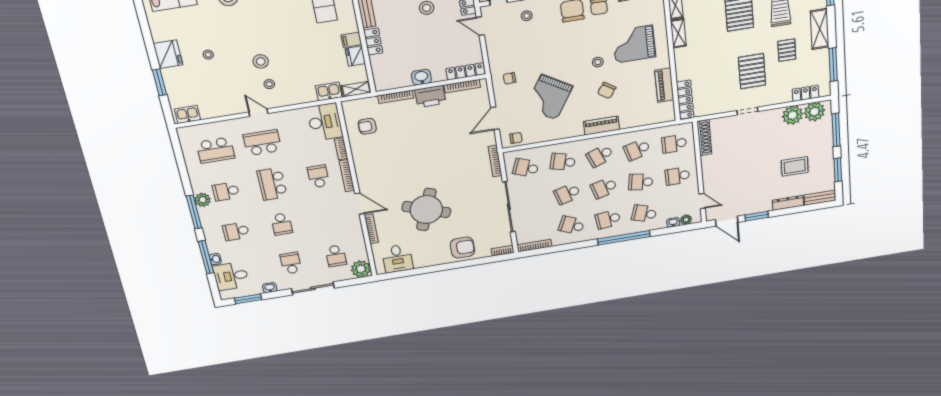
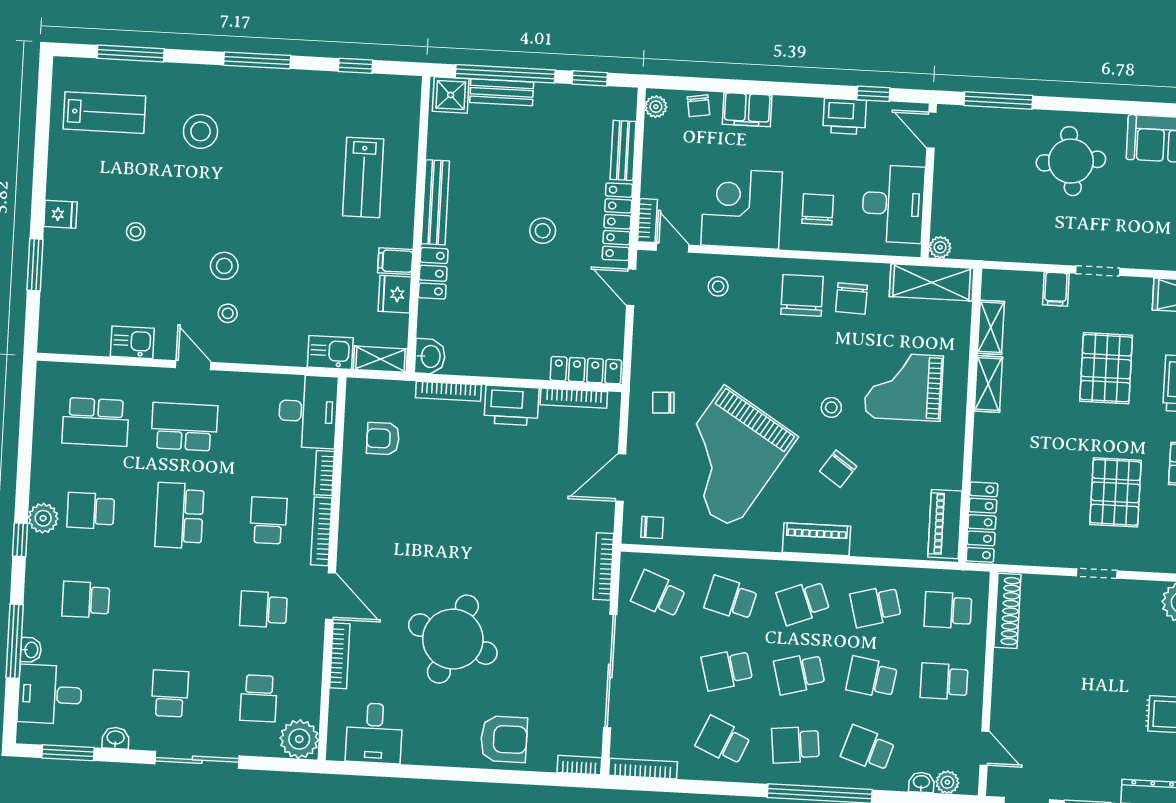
fridge: (168, 54) -> (60, 214), width x0.53, depth x0.75
washbasin: (421, 77) -> (430, 356), moved, turned 90
piano: (664, 85) -> (945, 524), moved
grand piano: (549, 97) -> (729, 457), width x1.37, depth x1.48
kitchen sink: (188, 114) -> (132, 342), moved
window: (194, 212) -> (20, 540), width x0.46
school desk: (282, 224) -> (264, 609), moved, turned 90

